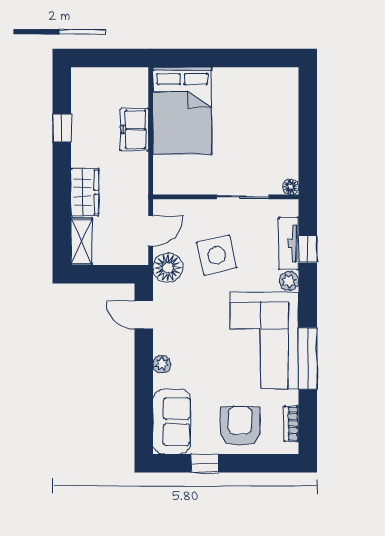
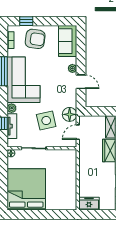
bed: (182, 111) -> (26, 189), moved, width x1.36
freezer: (135, 129) -> (89, 204), moved, turned -90
door: (144, 315) -> (81, 82), moved
armchair: (240, 426) -> (35, 39), turned -82
window: (205, 463) -> (26, 21), moved

